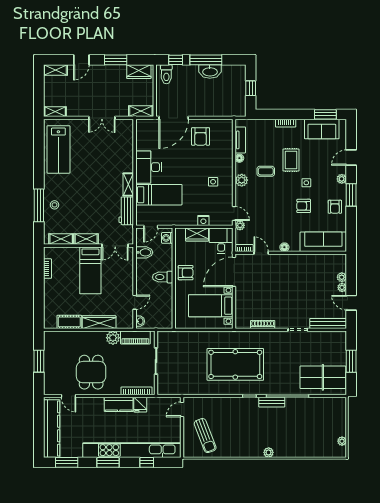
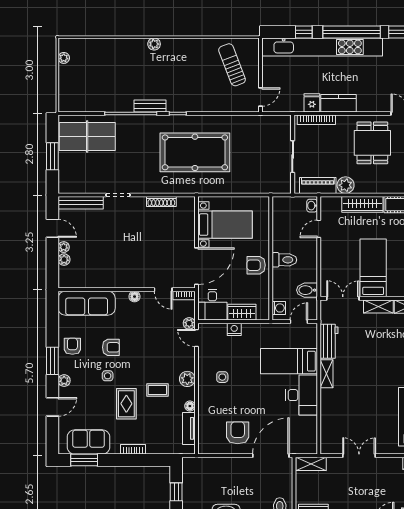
window: (108, 462) -> (352, 32), width x2.11

